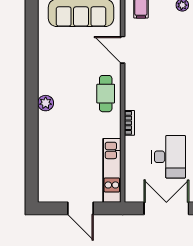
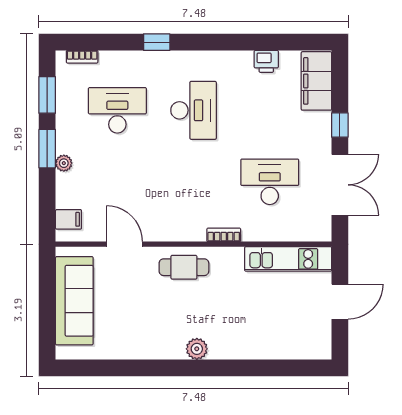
door: (123, 50) -> (124, 244), swing flipped
double door: (166, 208) -> (340, 185), swing flipped

